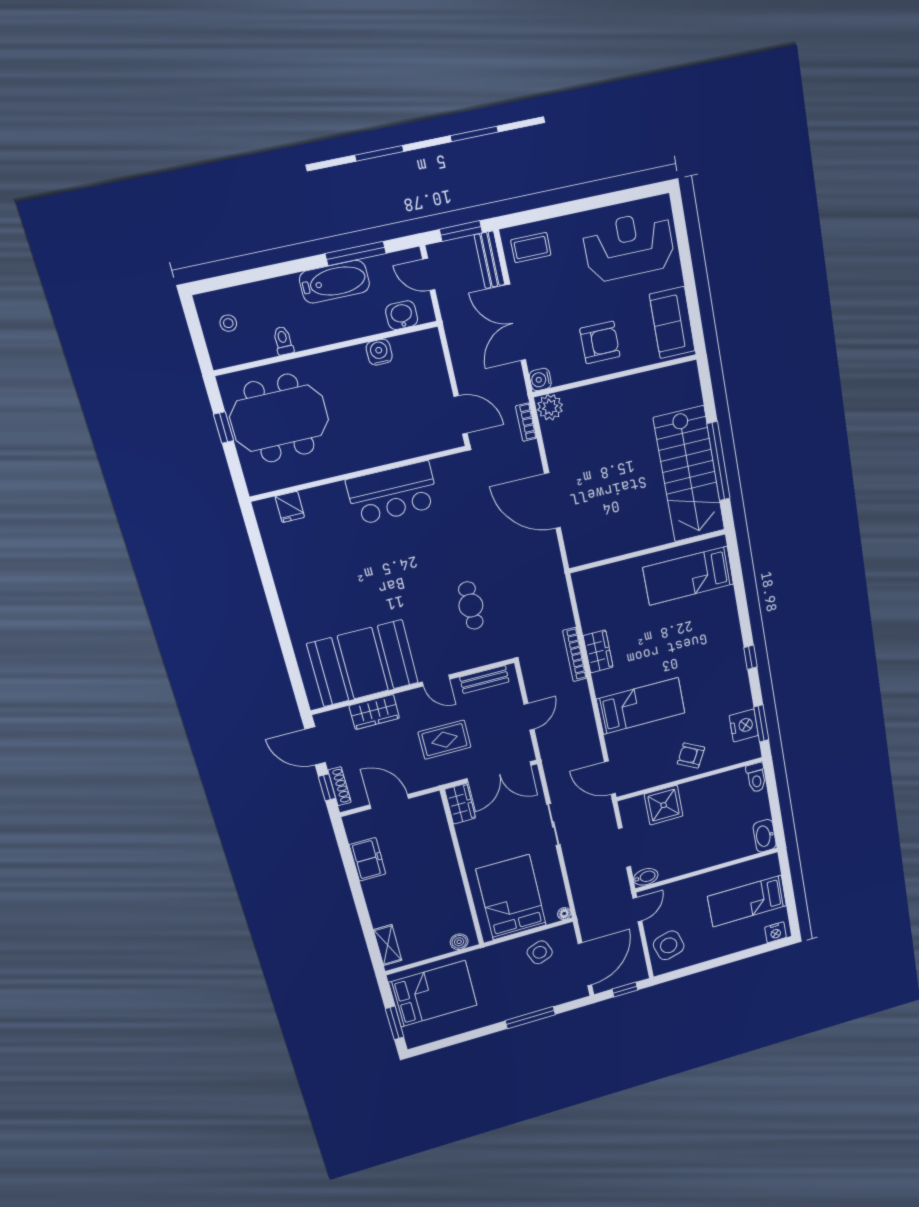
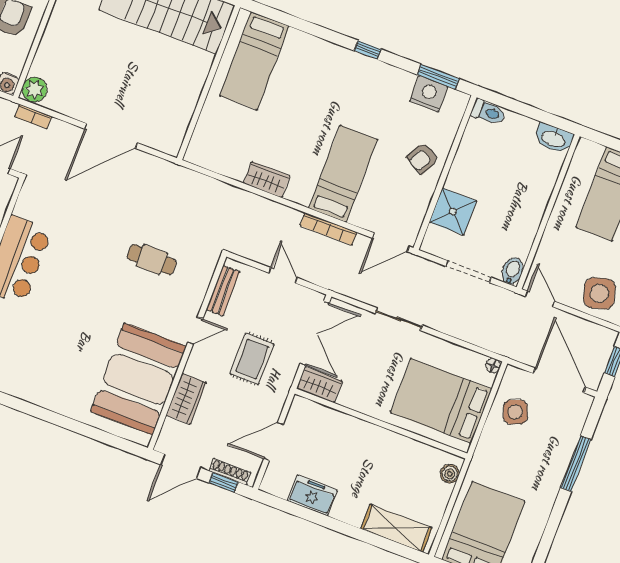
bookcase: (575, 654) -> (328, 229), moved
shelving: (388, 945) -> (396, 528), width x1.50, depth x1.33

